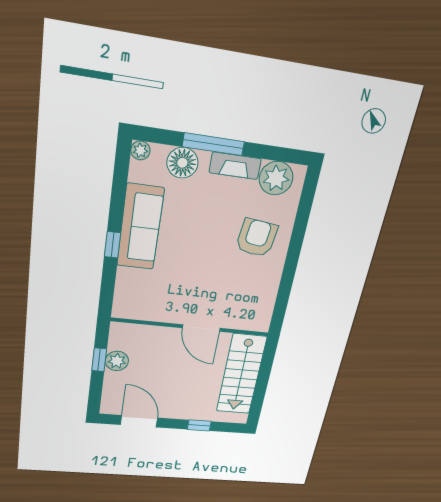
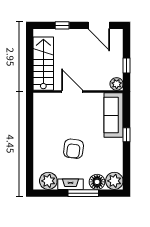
plant: (140, 150) -> (114, 181), width x1.88, depth x1.88
sofa: (140, 227) -> (114, 115), moved
armchair: (257, 238) -> (74, 149), moved
plant: (117, 361) -> (117, 84), moved

